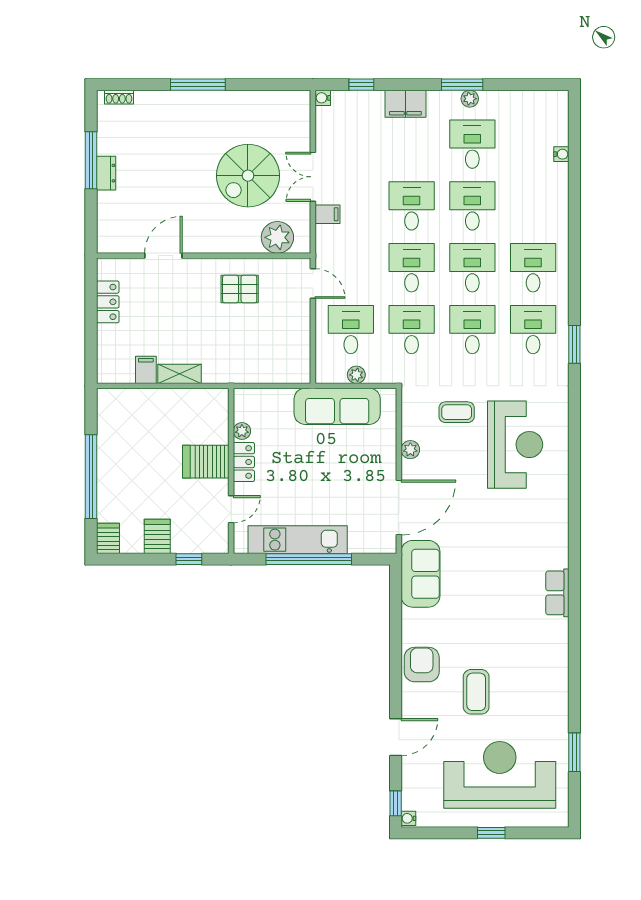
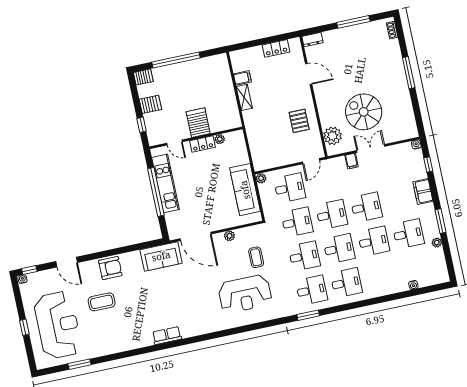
plant: (470, 99) -> (437, 243), moved
dresser: (106, 173) -> (312, 40), moved
plant: (356, 375) -> (261, 178), moved

